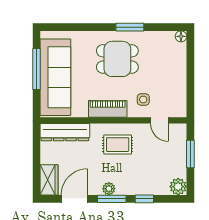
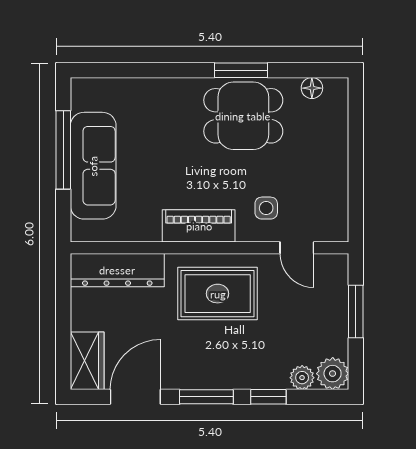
floor lamp: (181, 36) -> (312, 88), moved
dining table: (117, 59) -> (243, 116), moved
sofa: (55, 77) -> (93, 166), width x0.74, depth x0.79
rug: (118, 145) -> (218, 294), width x1.36, depth x1.43
plant: (109, 189) -> (302, 378), moved

